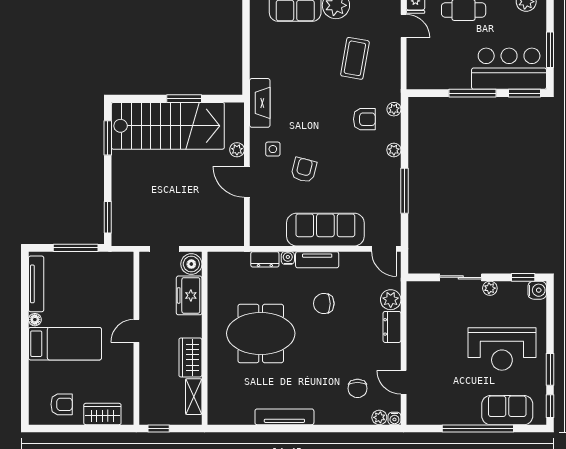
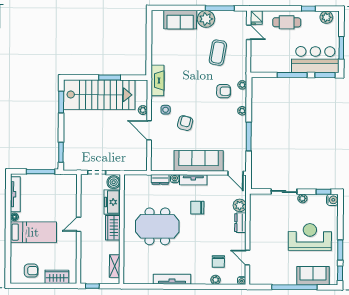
reception desk: (502, 349) -> (310, 237), turned 180
wardrobe: (190, 357) -> (113, 228), moved
plant: (379, 417) -> (216, 280), moved

